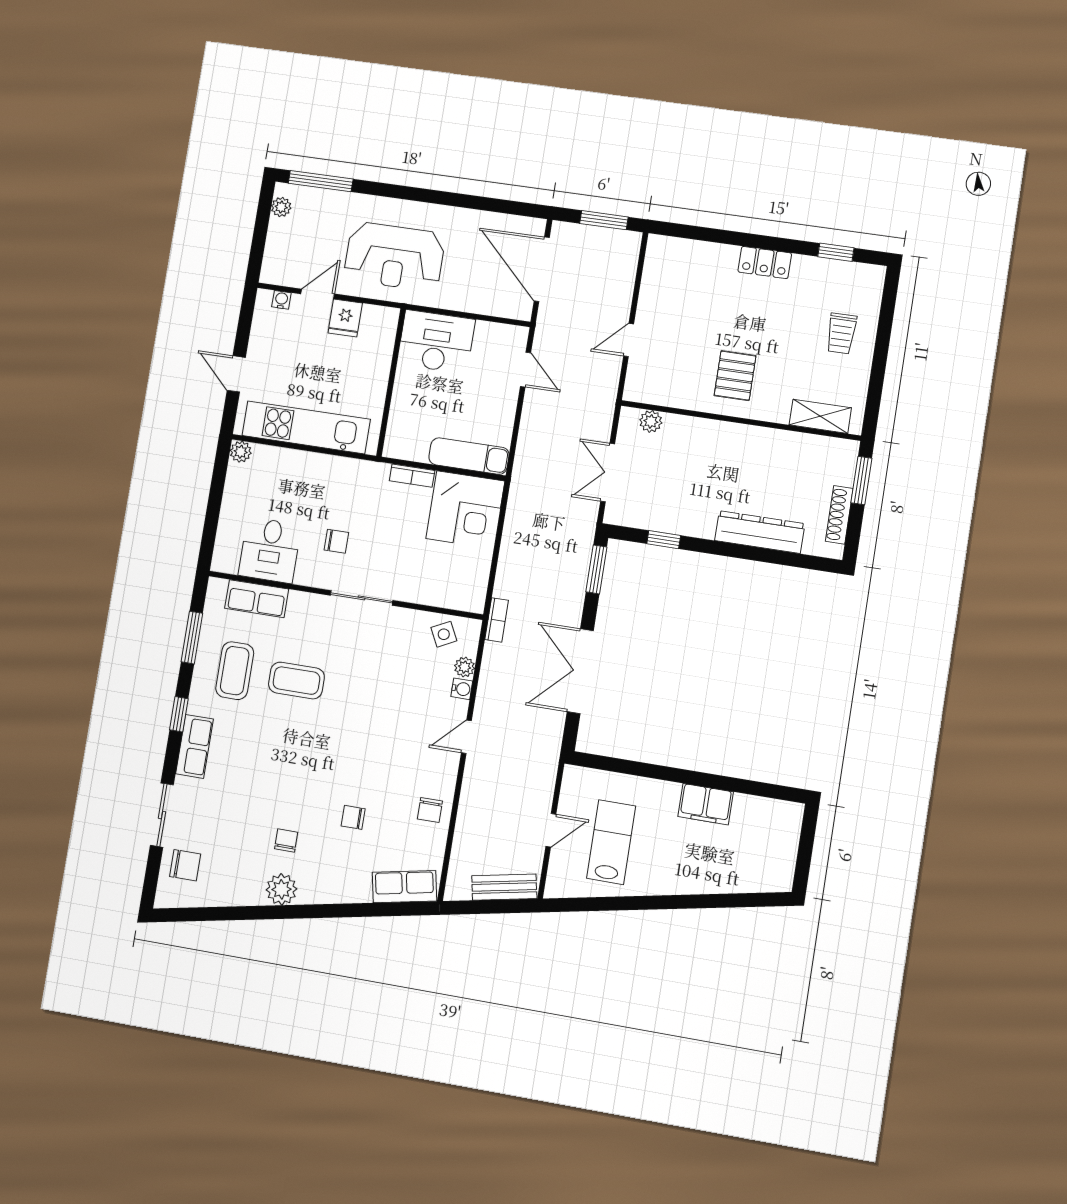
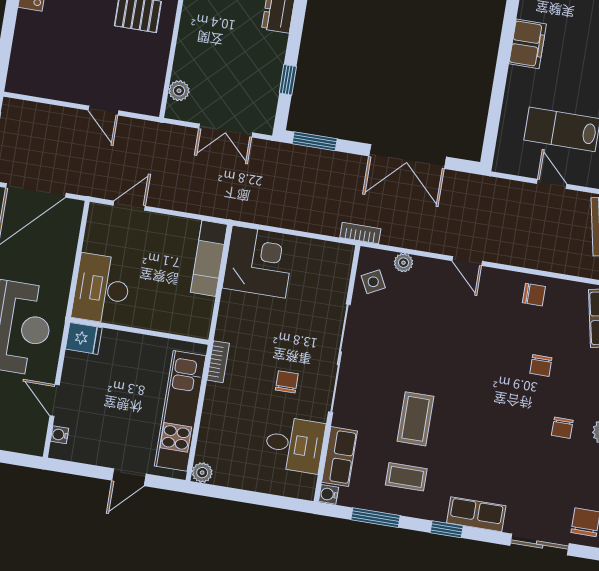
fridge: (345, 318) -> (84, 338), moved
bookcase: (412, 476) -> (218, 362), moved
sliding door: (361, 598) -> (339, 358), width x1.86
coffee table: (235, 671) -> (406, 477), width x0.73, depth x0.77
water cooler: (462, 689) -> (329, 494), moved, turned -90
chair: (286, 840) -> (562, 428), turned -90

